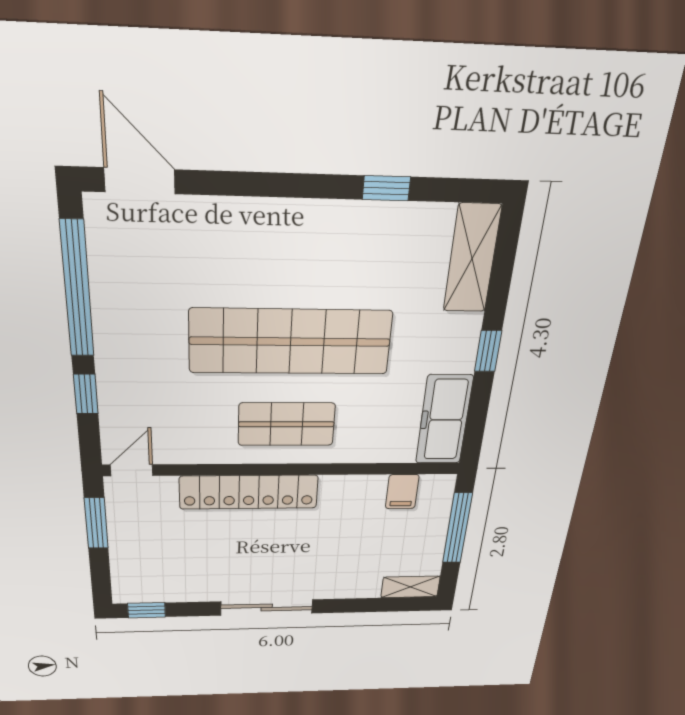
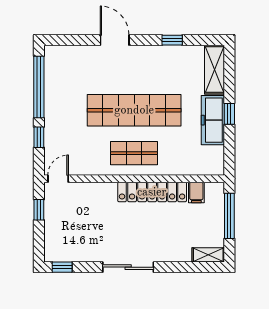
door: (140, 181) -> (115, 40), moved
freezer: (444, 420) -> (213, 120), moved
locker: (249, 492) -> (152, 192), moved
window: (96, 523) -> (39, 210), width x0.67

